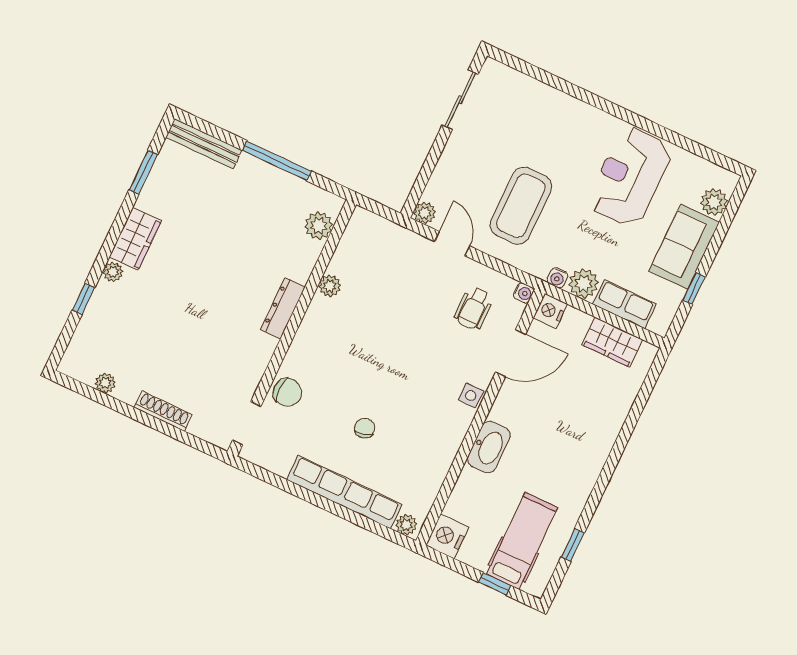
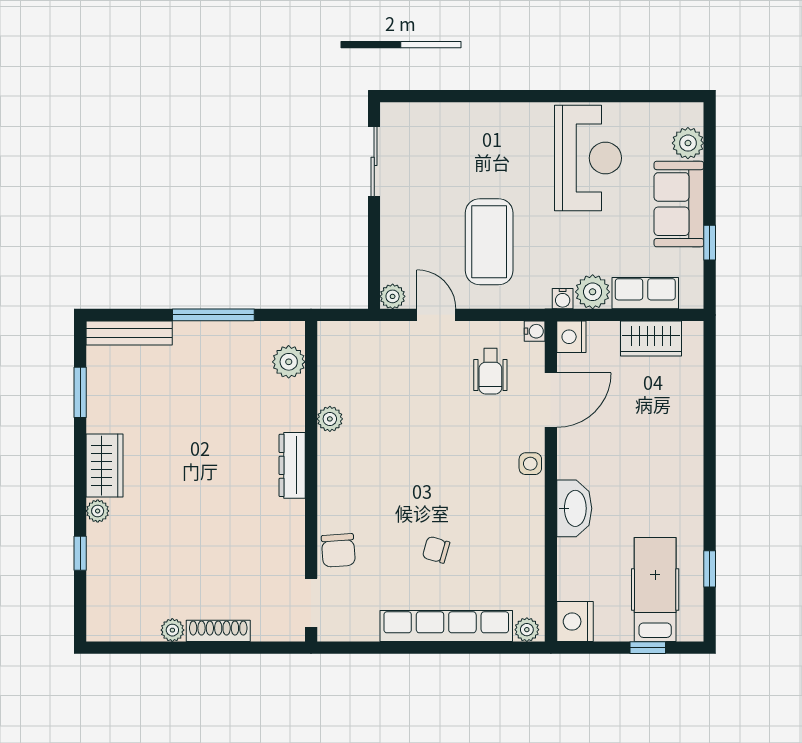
reception desk: (630, 177) -> (588, 158), turned 180
plant: (105, 383) -> (172, 630), moved
chair: (288, 392) -> (338, 550), turned 86
chair: (365, 428) -> (436, 550), turned -60

